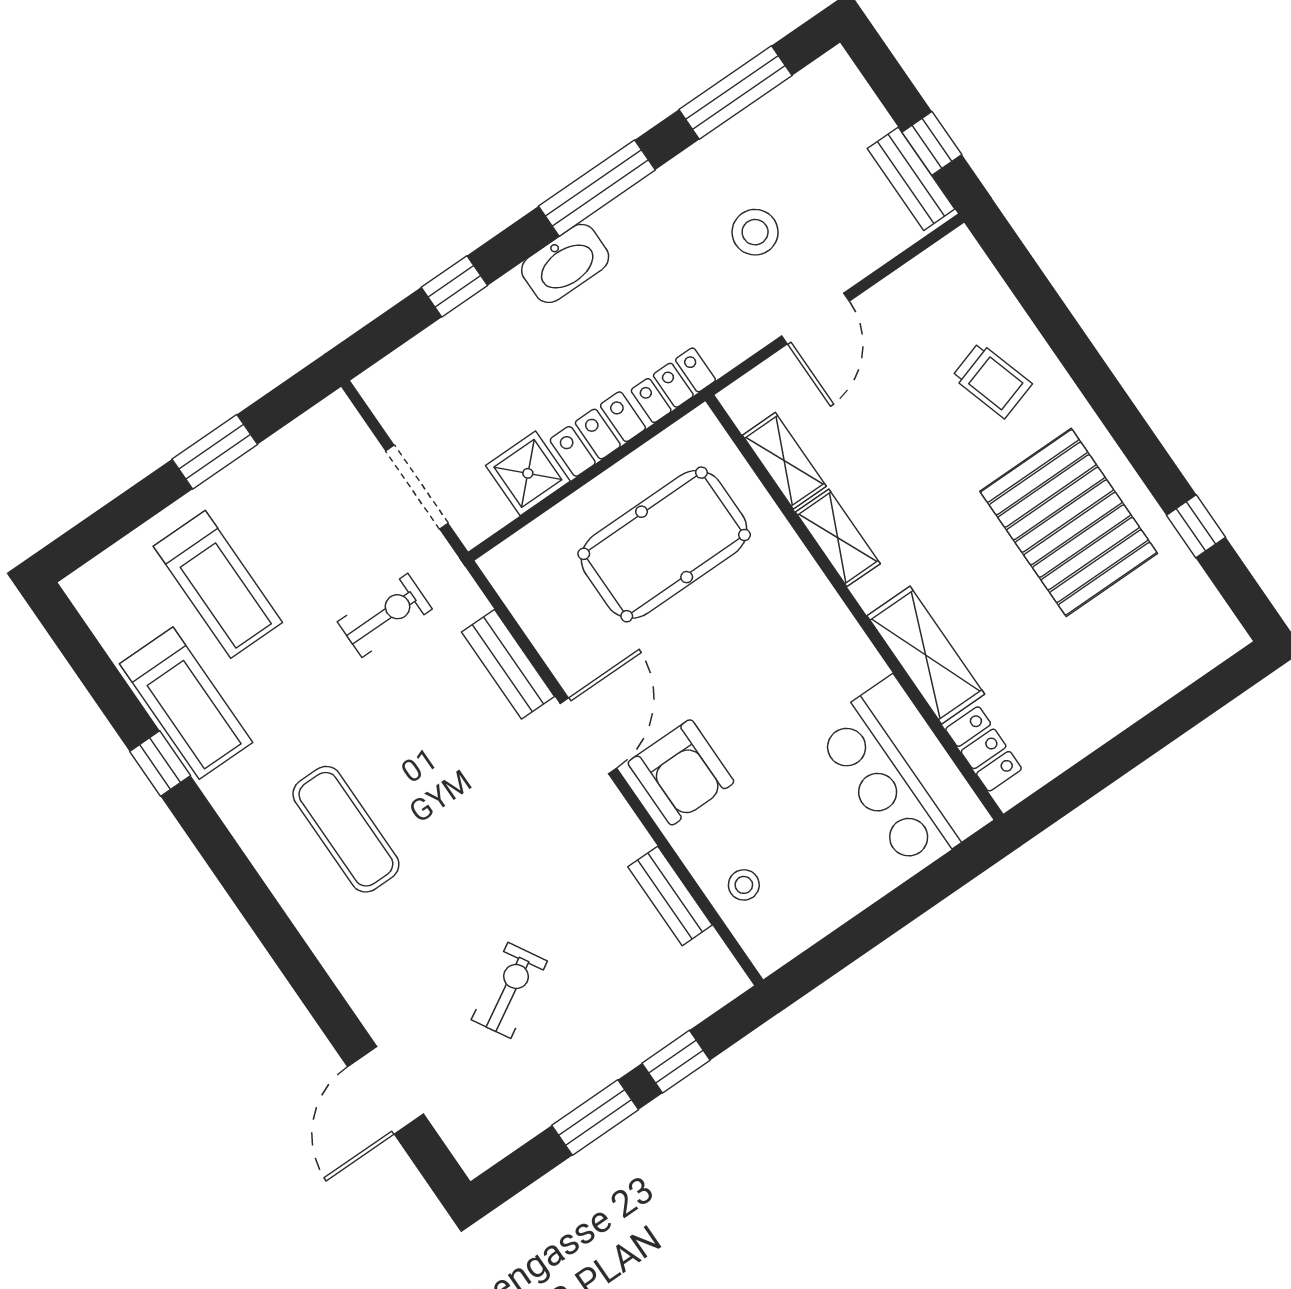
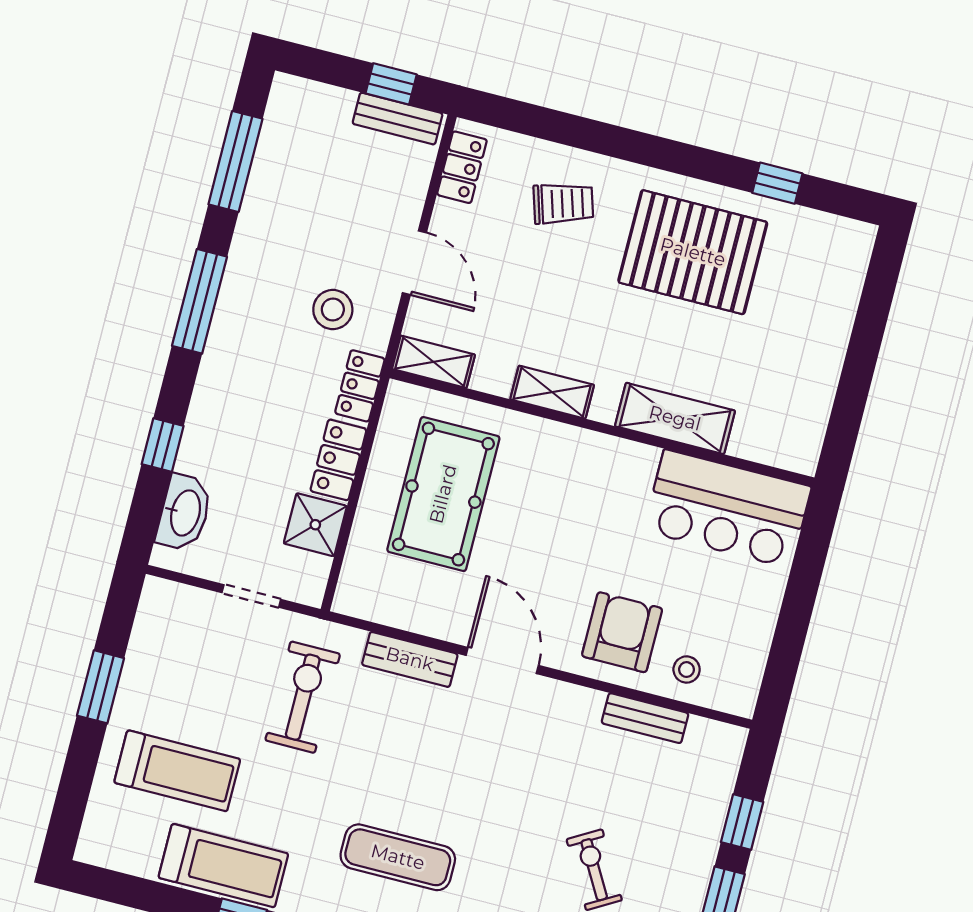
stool: (755, 232) -> (333, 310), moved
washbasin: (565, 263) -> (184, 513), moved
shelving: (784, 461) -> (433, 362), moved
doorway: (417, 487) -> (251, 596), width x0.73
exercise bike: (385, 615) -> (303, 697), width x1.38, depth x1.39
locker: (984, 749) -> (462, 167), moved, turned 90
armchair: (681, 772) -> (622, 632), moved, turned -90

